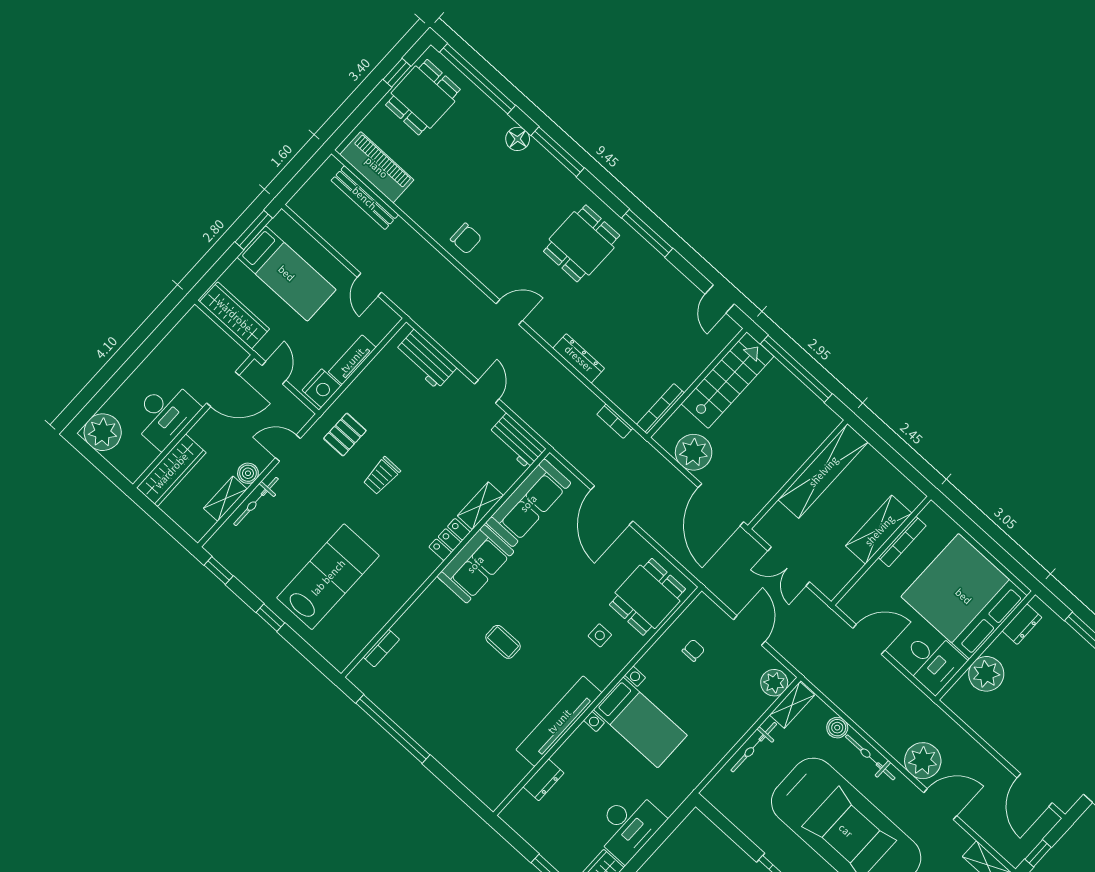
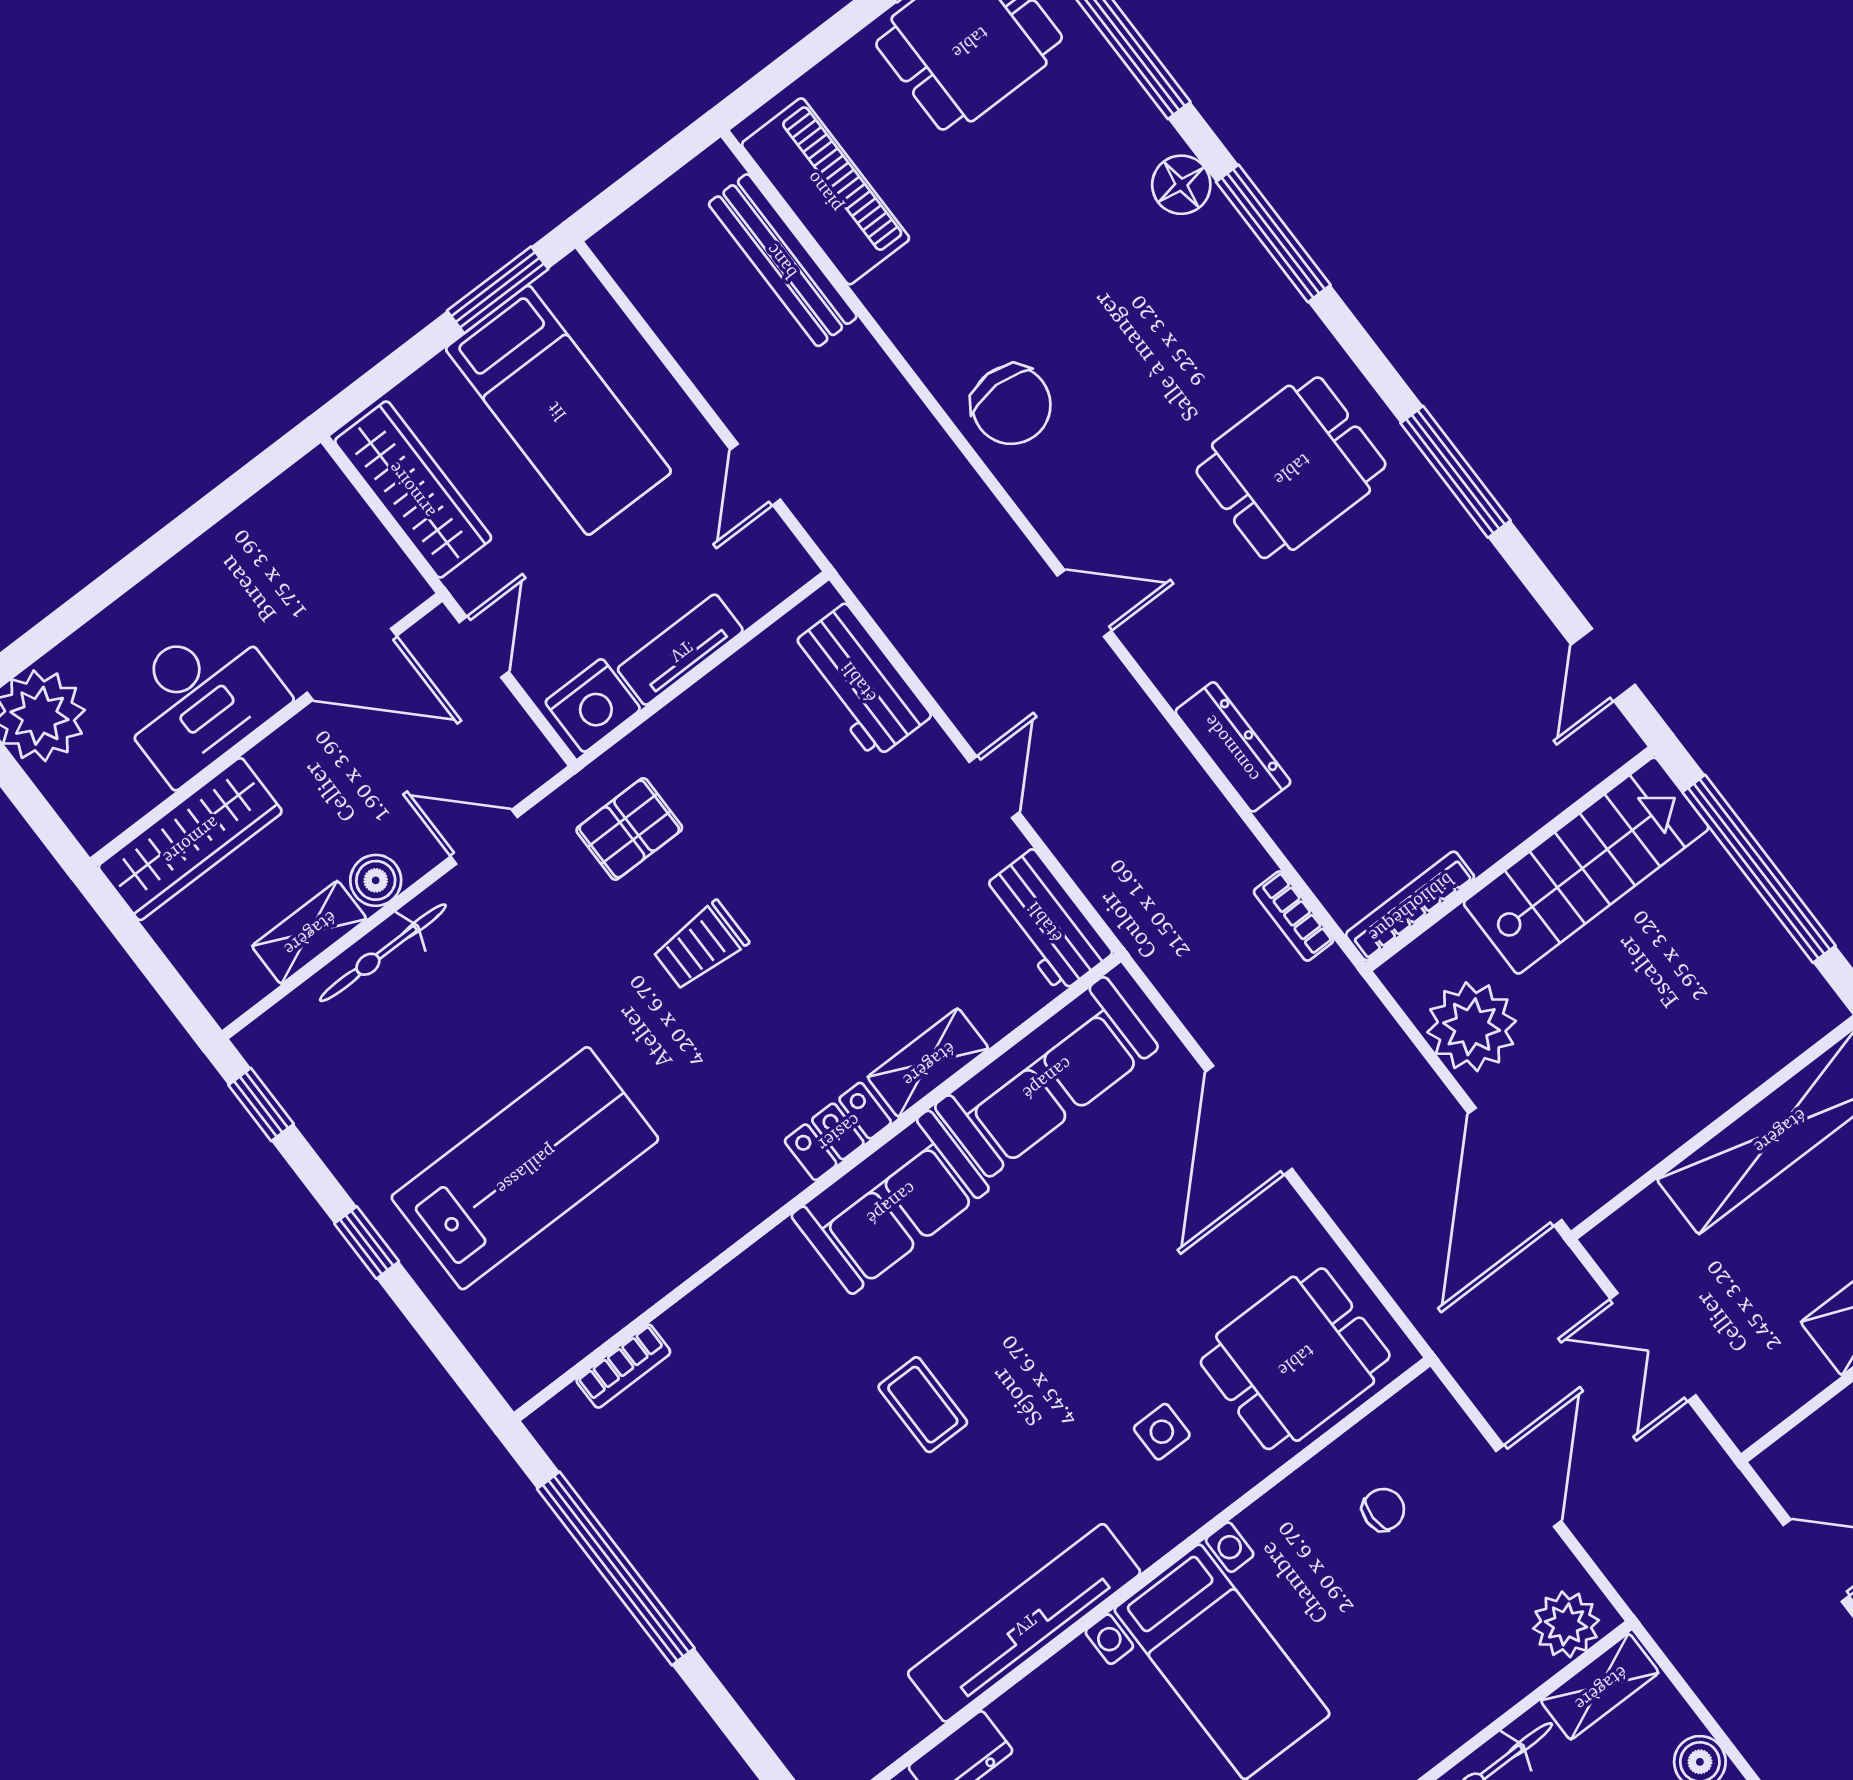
chair: (466, 239) -> (1011, 405), width x1.37, depth x1.37

